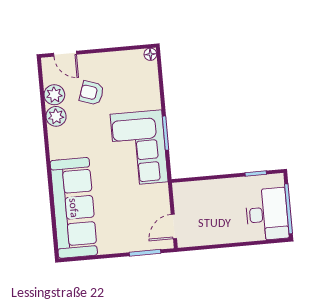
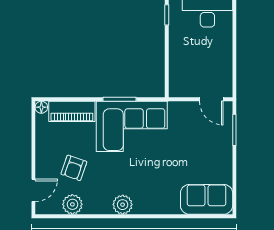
piano: (149, 86) -> (72, 111), added
plant: (56, 116) -> (123, 205), moved
sofa: (74, 208) -> (207, 199), width x0.54, depth x0.79

